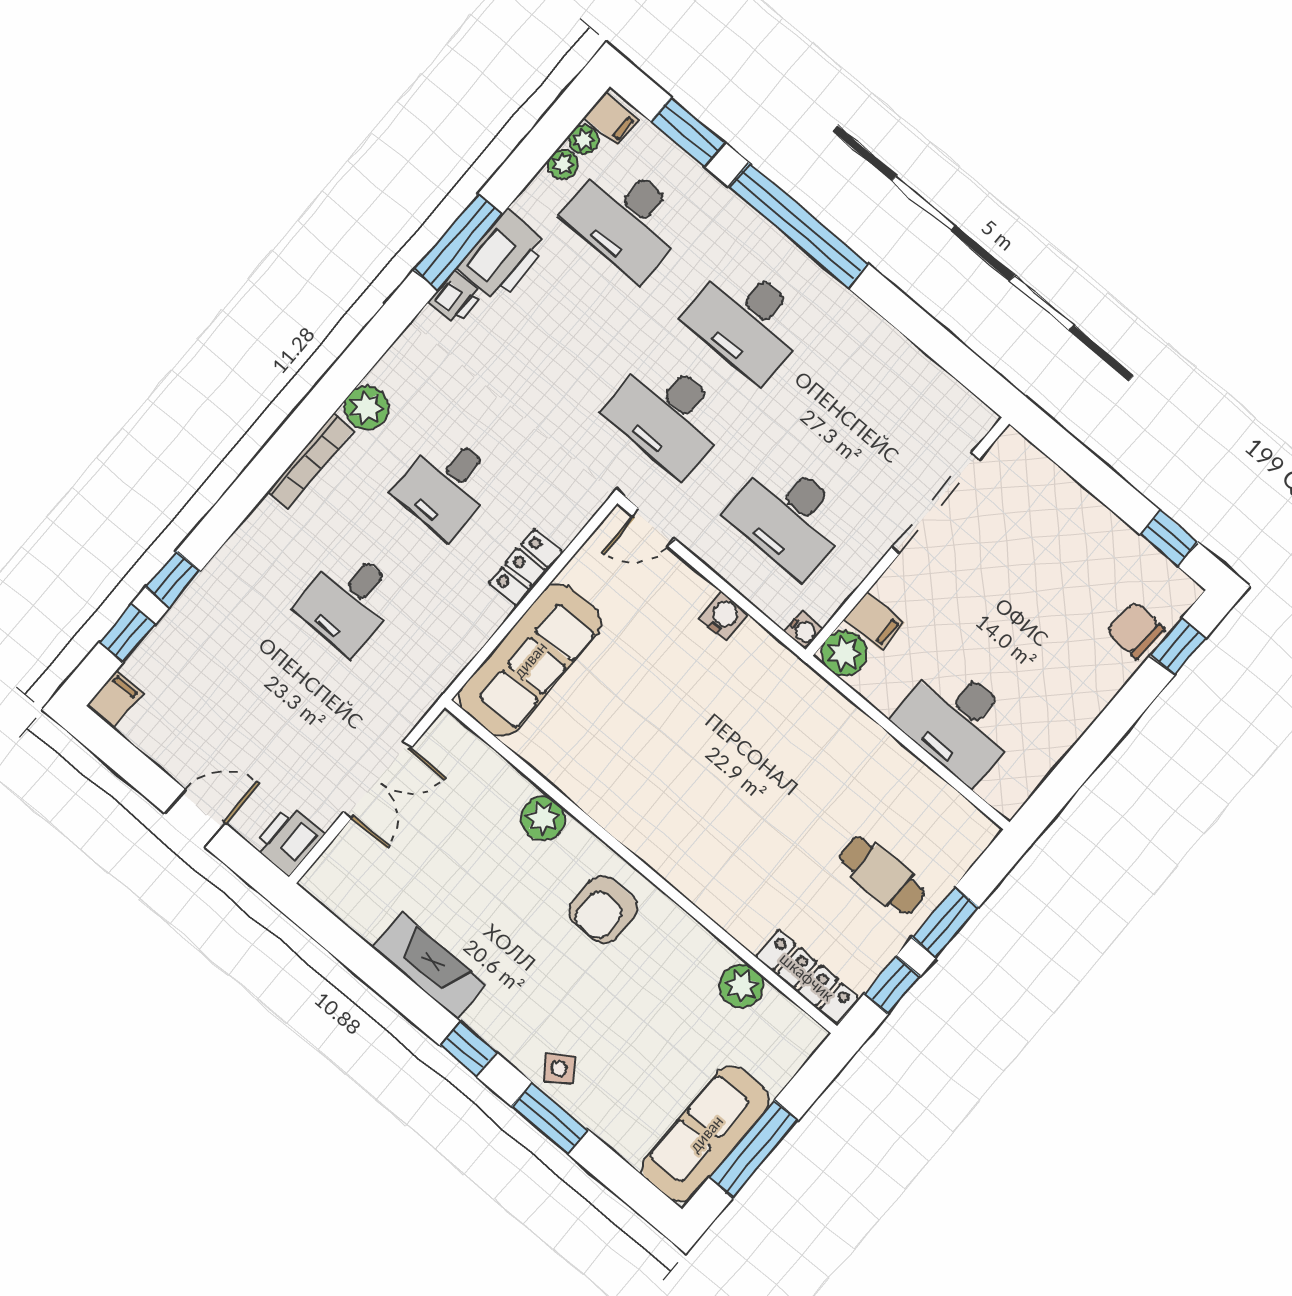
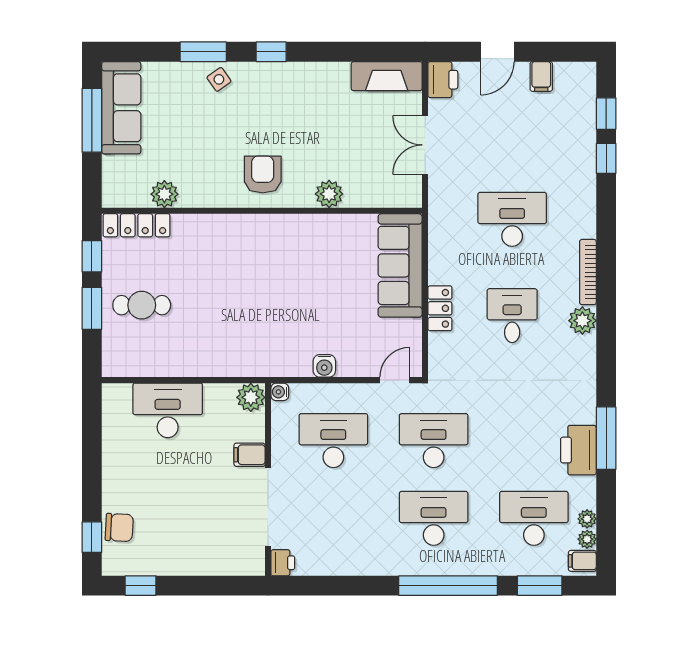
printer: (455, 298) -> (283, 563), moved, turned 180
desk: (348, 601) -> (512, 219), width x1.37
filing cabinet: (874, 621) -> (250, 455), moved
filing cabinet: (115, 699) -> (541, 76), moved
fireplace: (429, 966) -> (387, 76), moved

